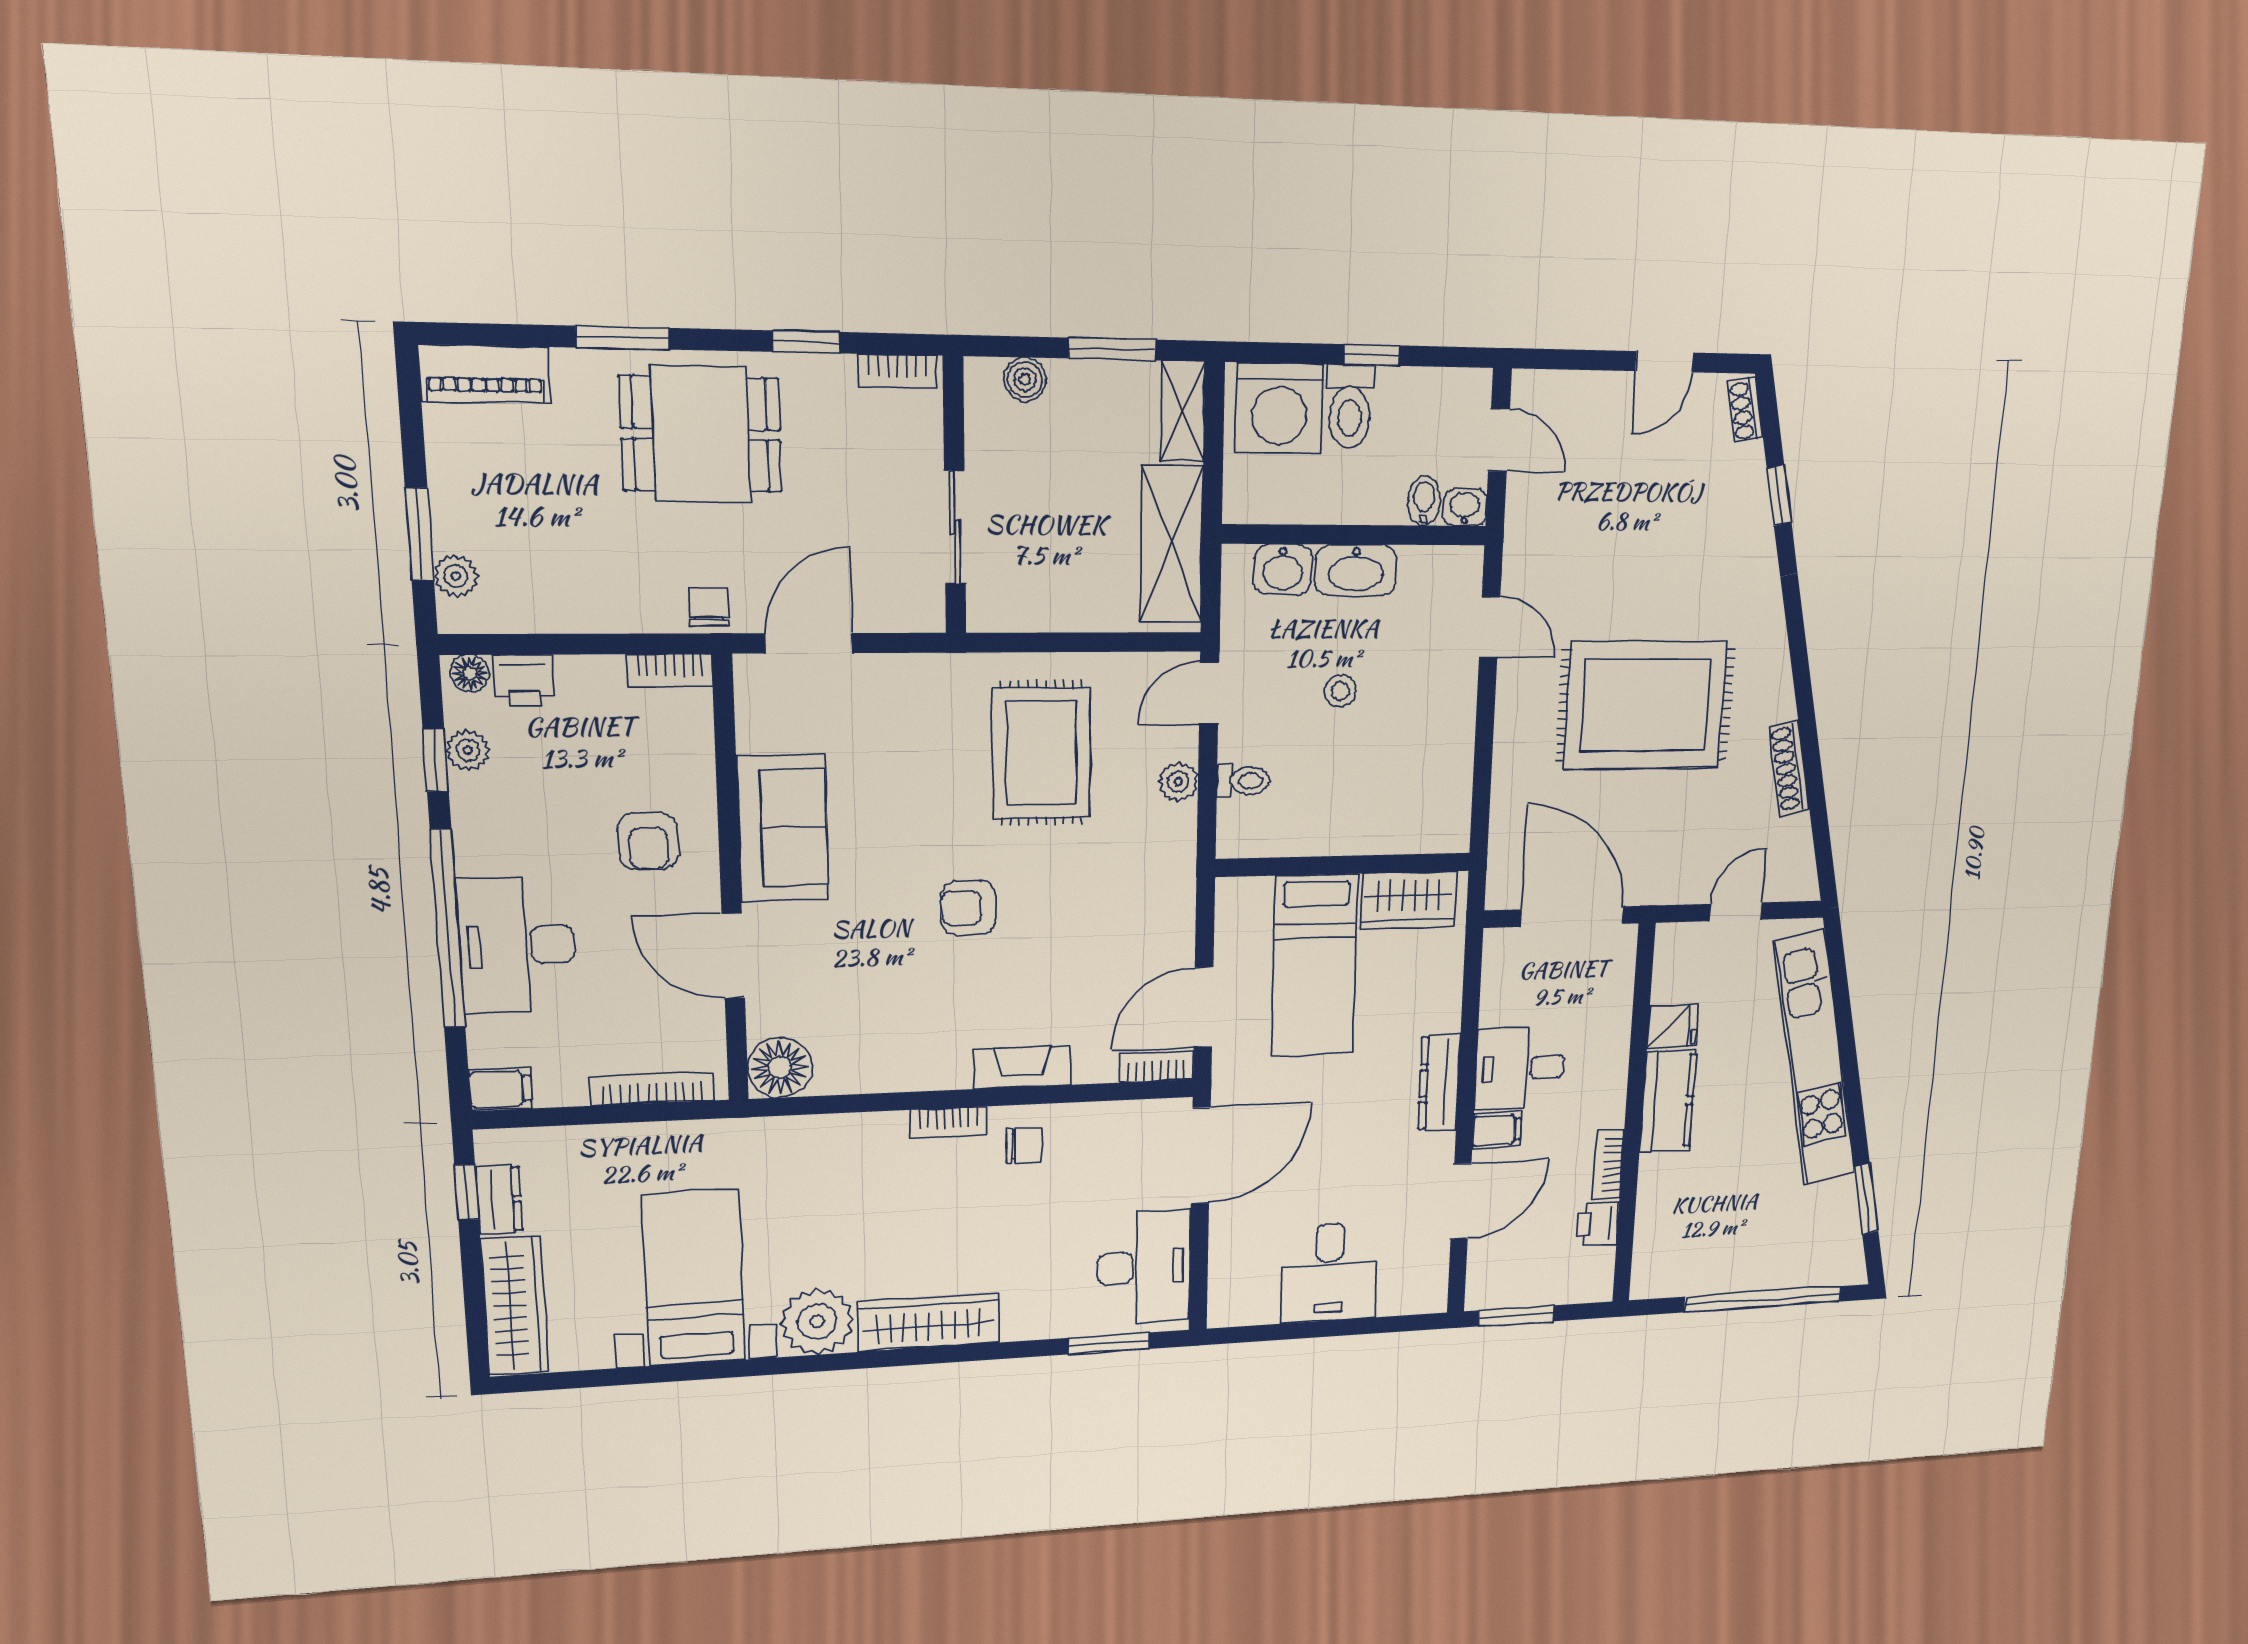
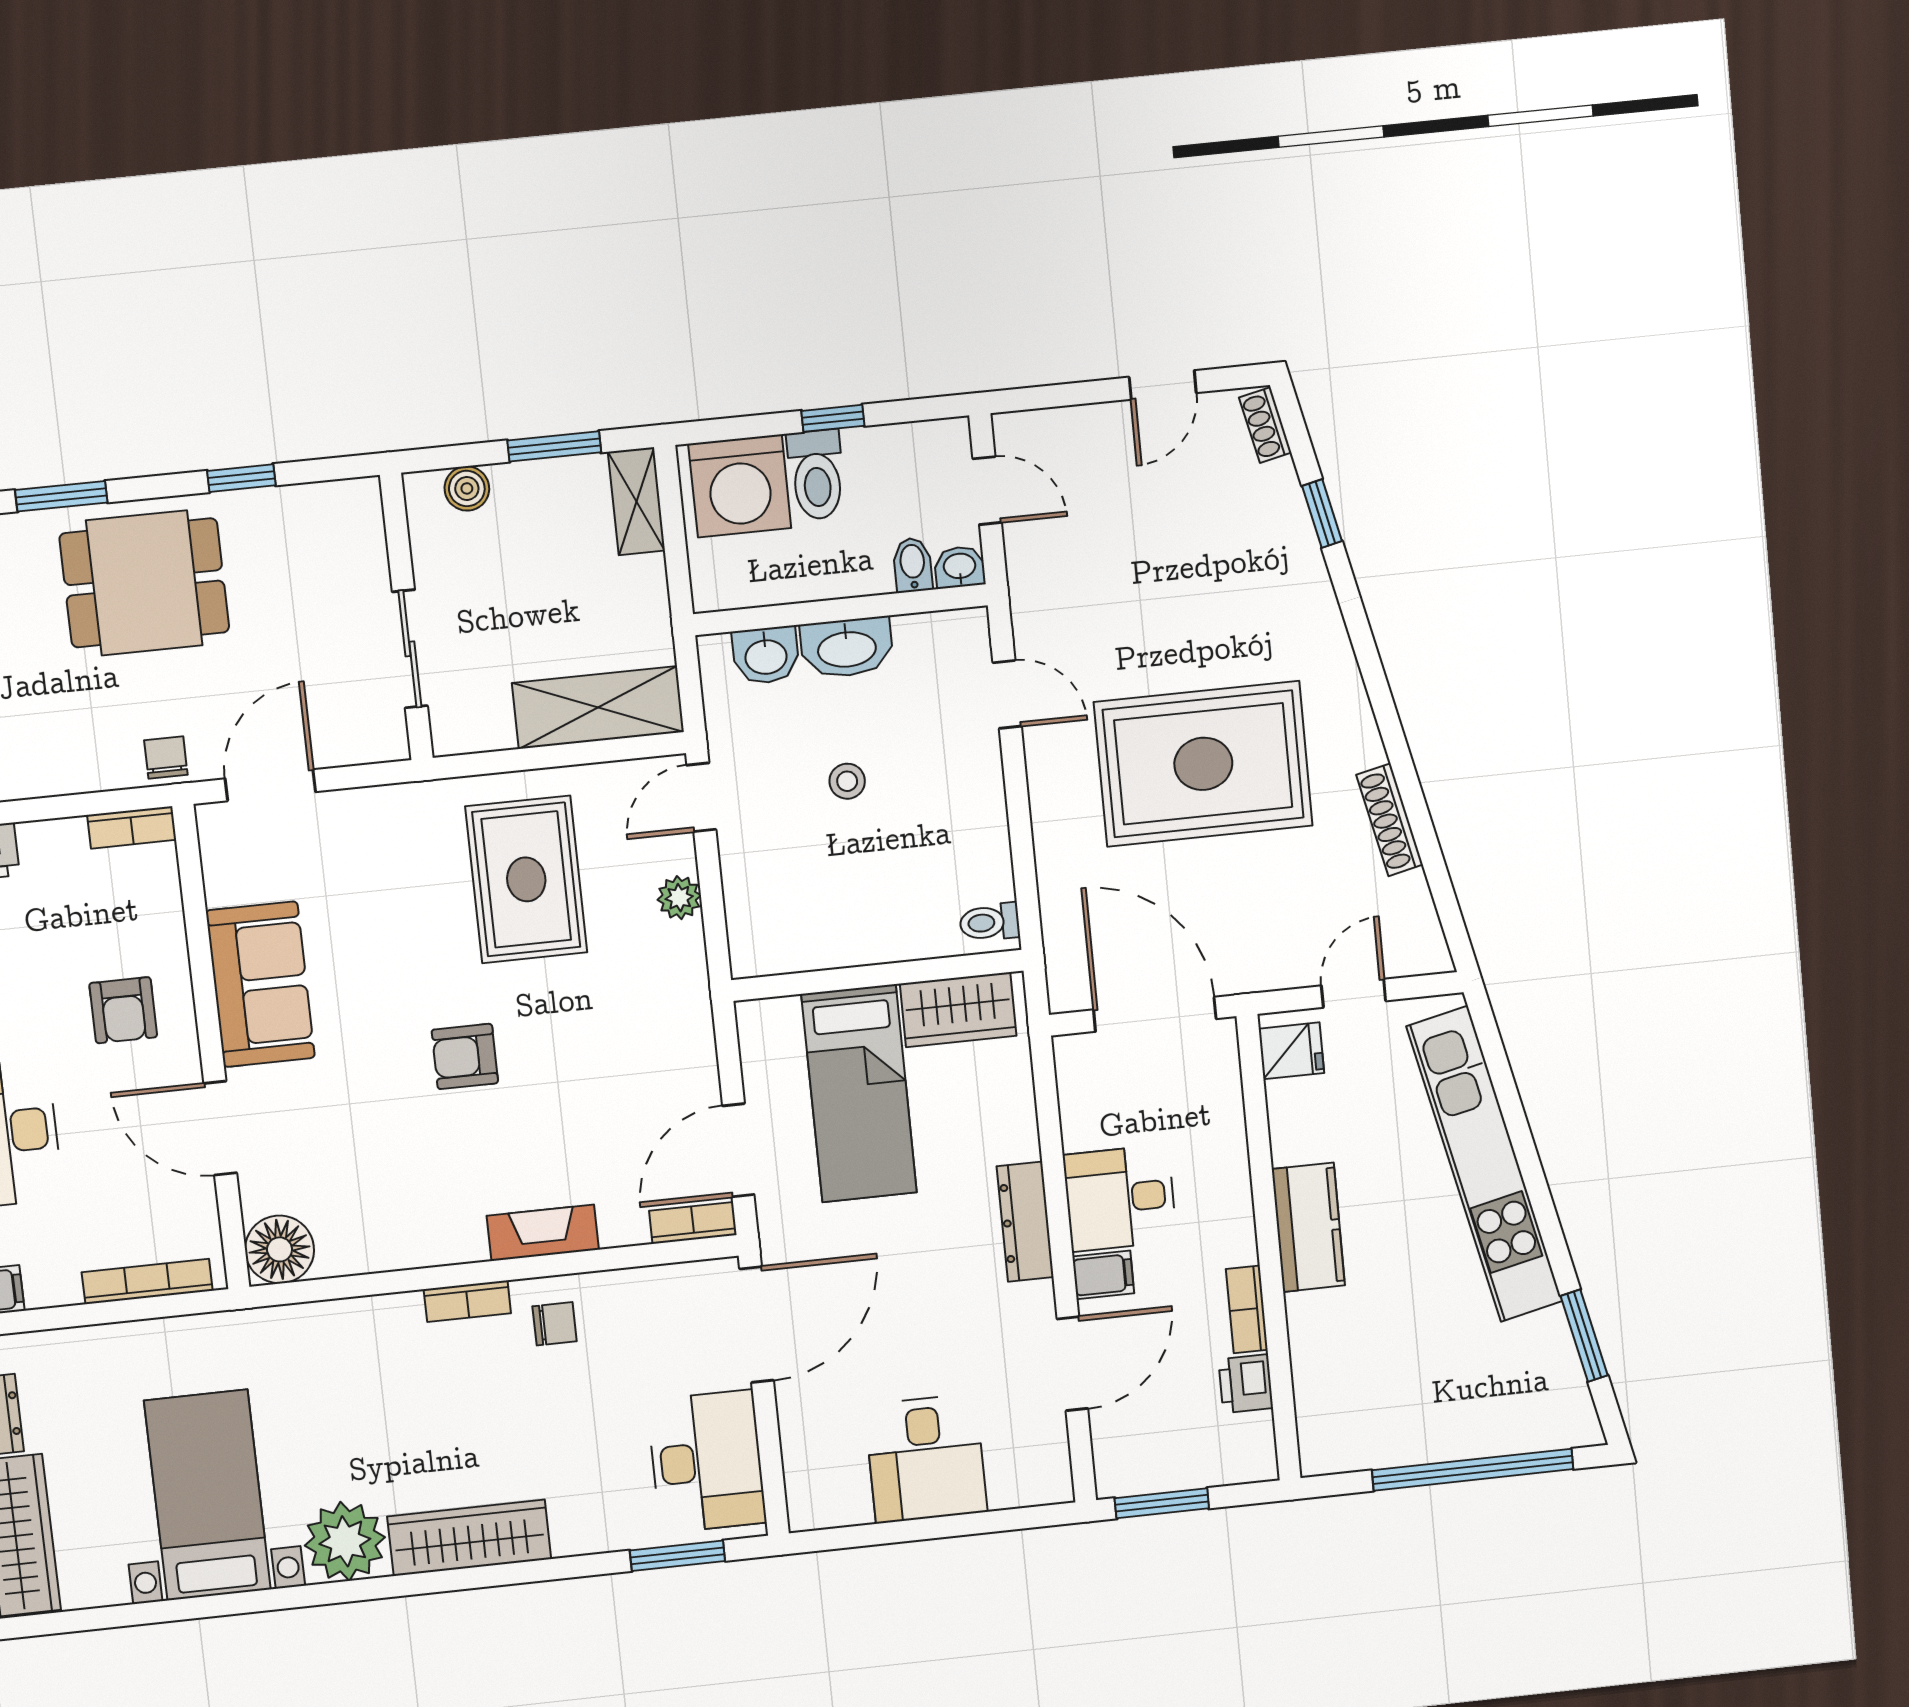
bookcase: (897, 371) -> (335, 496), removed
shelving: (1172, 544) -> (598, 707), moved, turned 90
toilet: (1243, 781) -> (990, 922), moved, turned 180
fridge: (1673, 1027) -> (1291, 1051), moved

